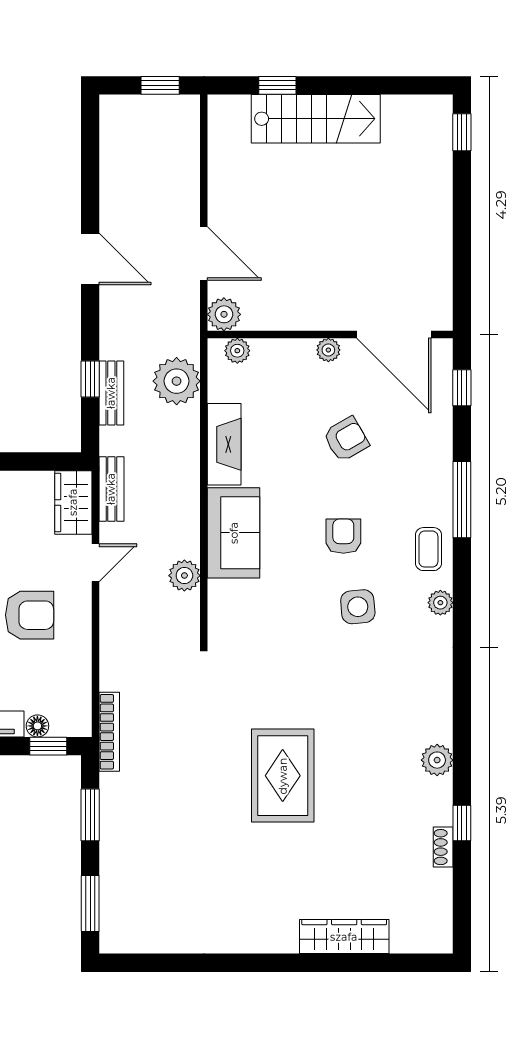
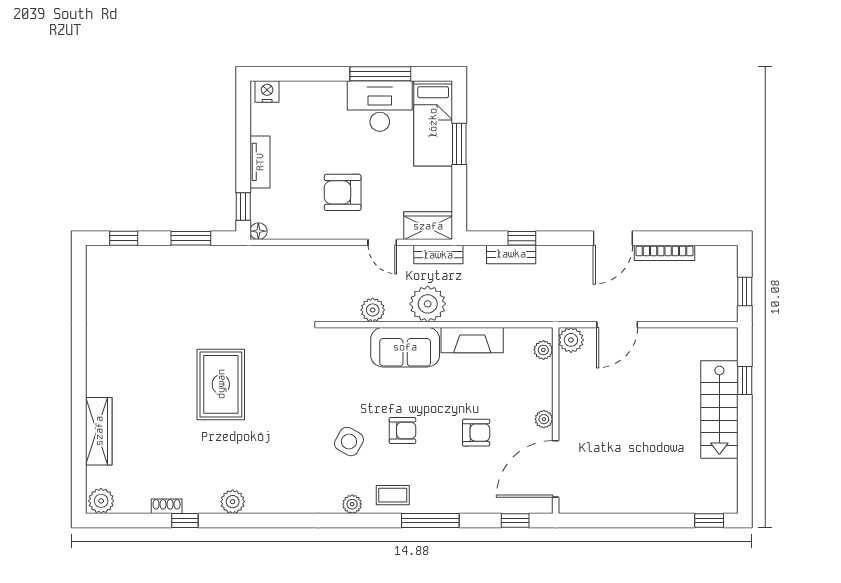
plant: (177, 381) -> (428, 304), moved
armchair: (346, 439) -> (476, 433), turned -60
side table: (358, 607) -> (349, 442), turned 34
armchair: (30, 615) -> (343, 192), turned 90
floor lamp: (37, 726) -> (258, 231), moved
bookcase: (109, 732) -> (664, 253), moved
rug: (283, 776) -> (221, 384), turned 90
window: (90, 904) -> (124, 238), width x0.67
plant: (436, 933) -> (101, 501), added

